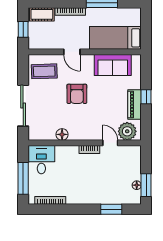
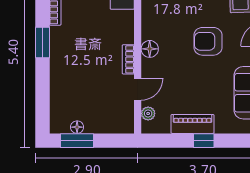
plant: (127, 131) -> (148, 113), width x0.53, depth x0.53
floor lamp: (62, 134) -> (150, 49), moved
window: (111, 209) -> (43, 42), moved

